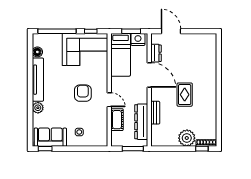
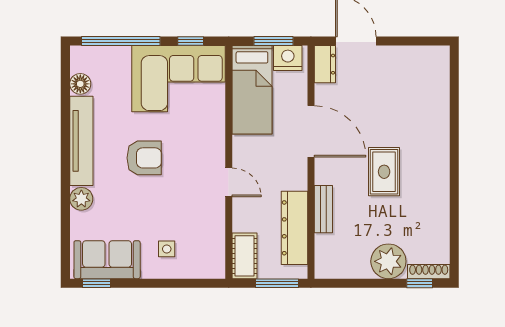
dresser: (156, 53) -> (325, 64), moved
armchair: (83, 93) -> (144, 158), moved, turned 90
cot: (117, 120) -> (244, 256), moved

